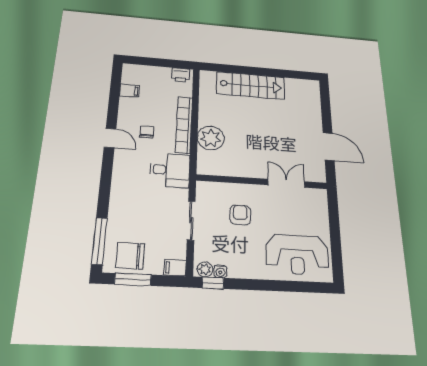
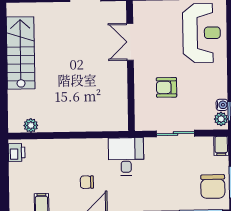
stairs: (251, 85) -> (21, 53), moved
bookcase: (184, 125) -> (75, 146), removed
plant: (211, 138) -> (31, 125), moved, width x0.53, depth x0.53

